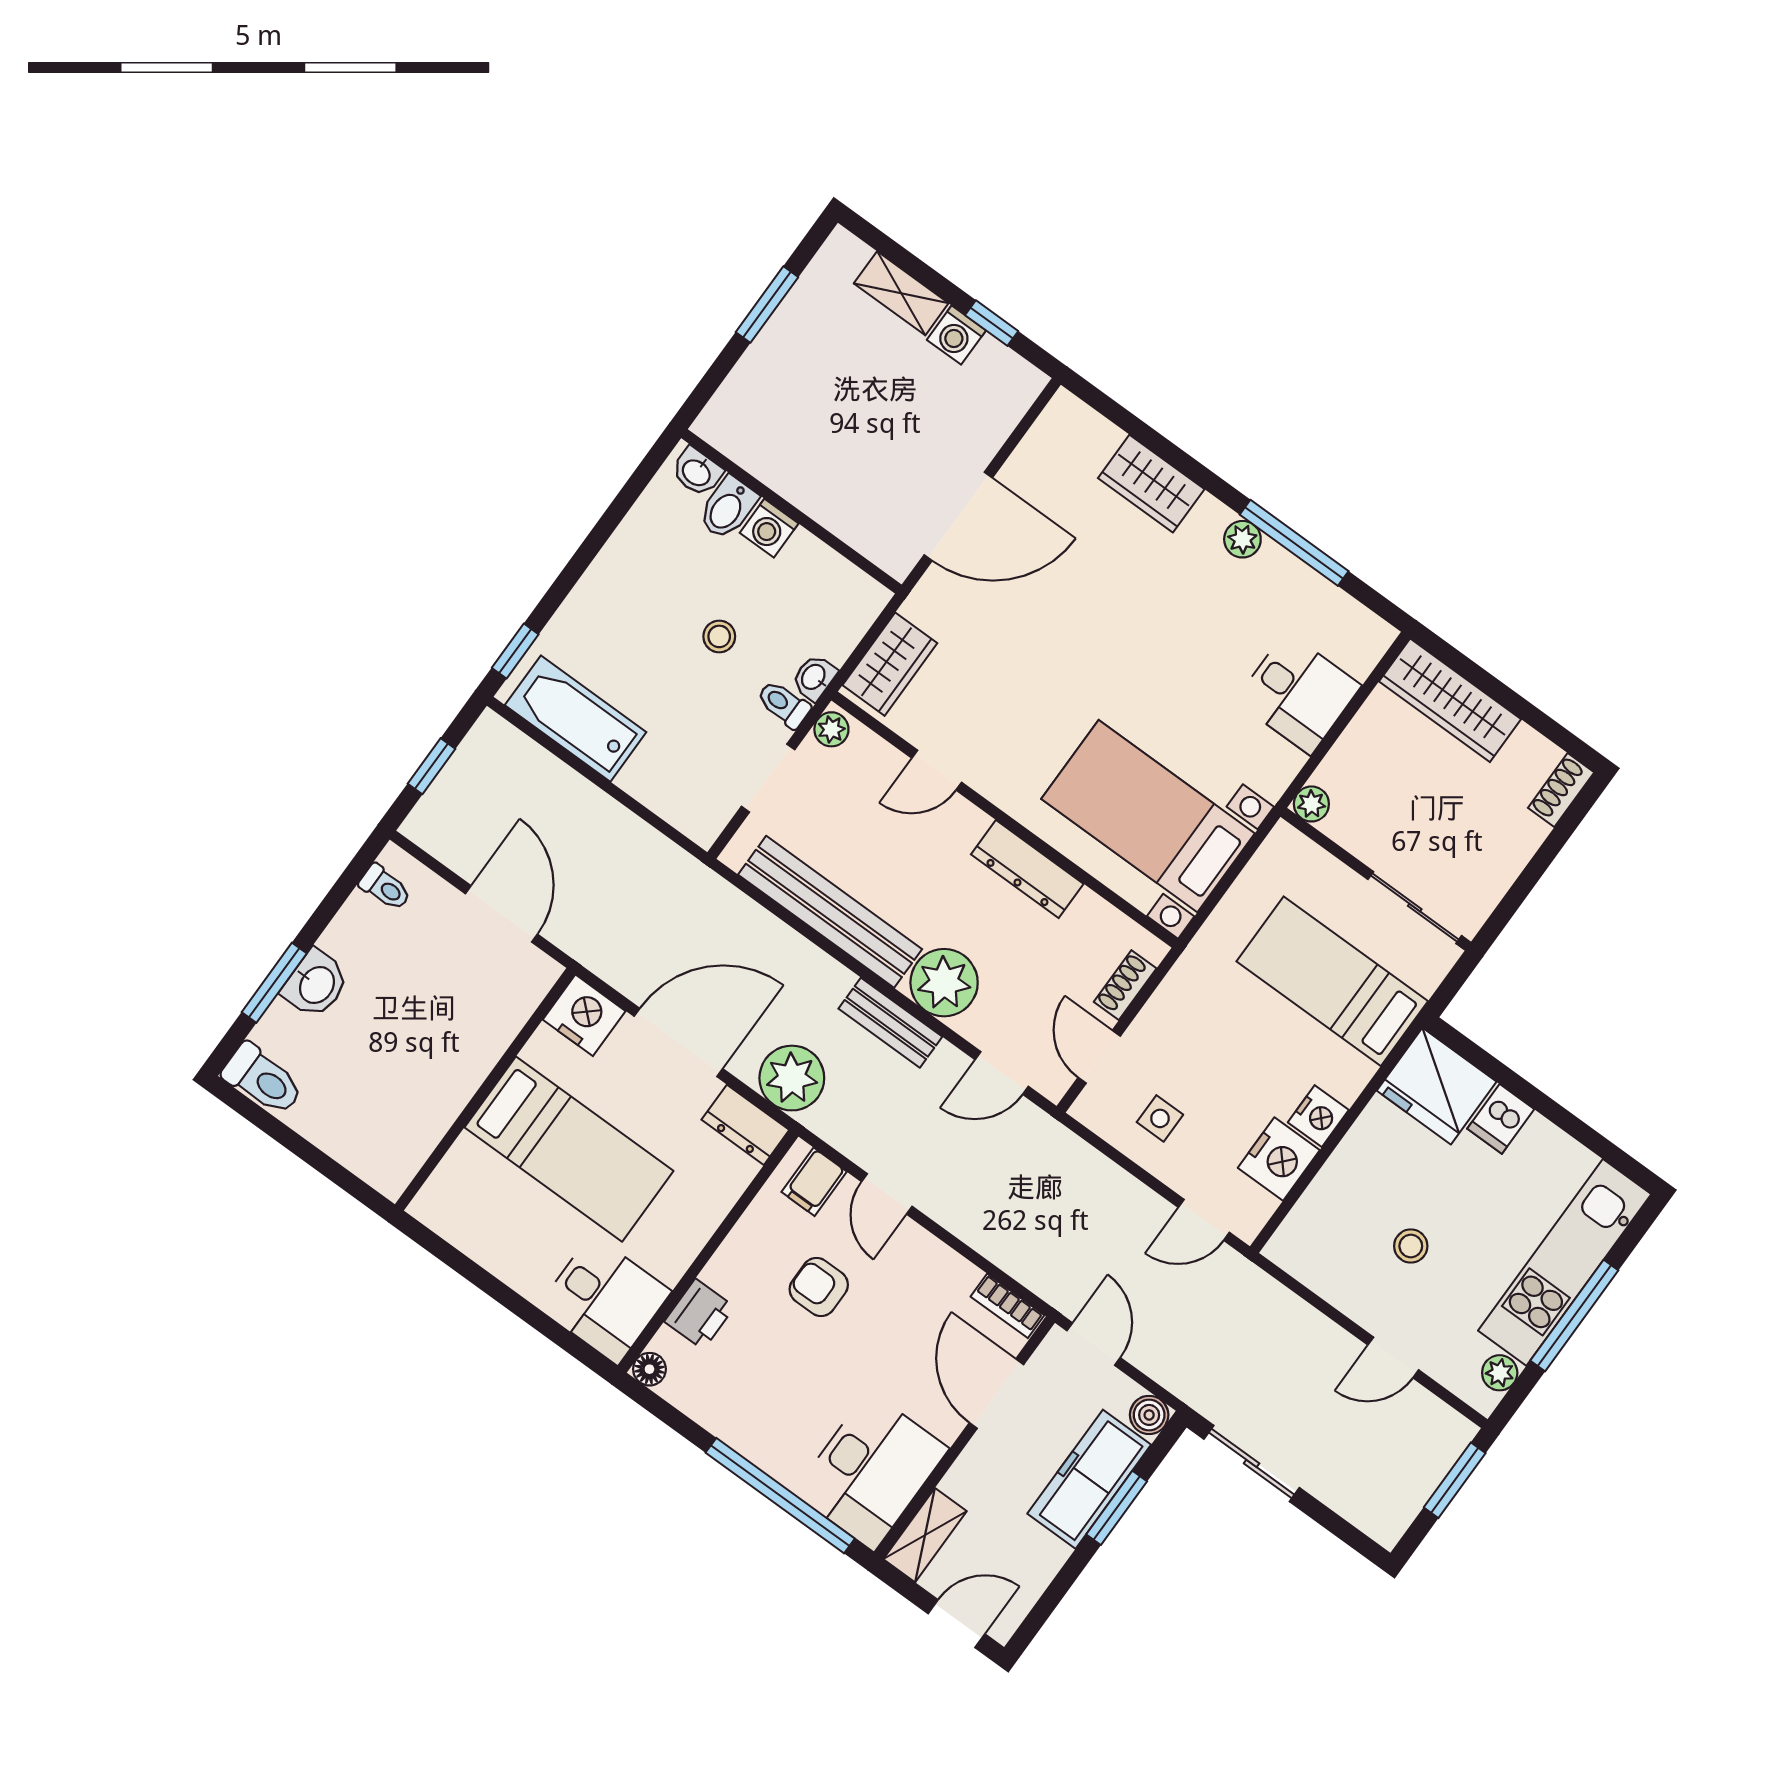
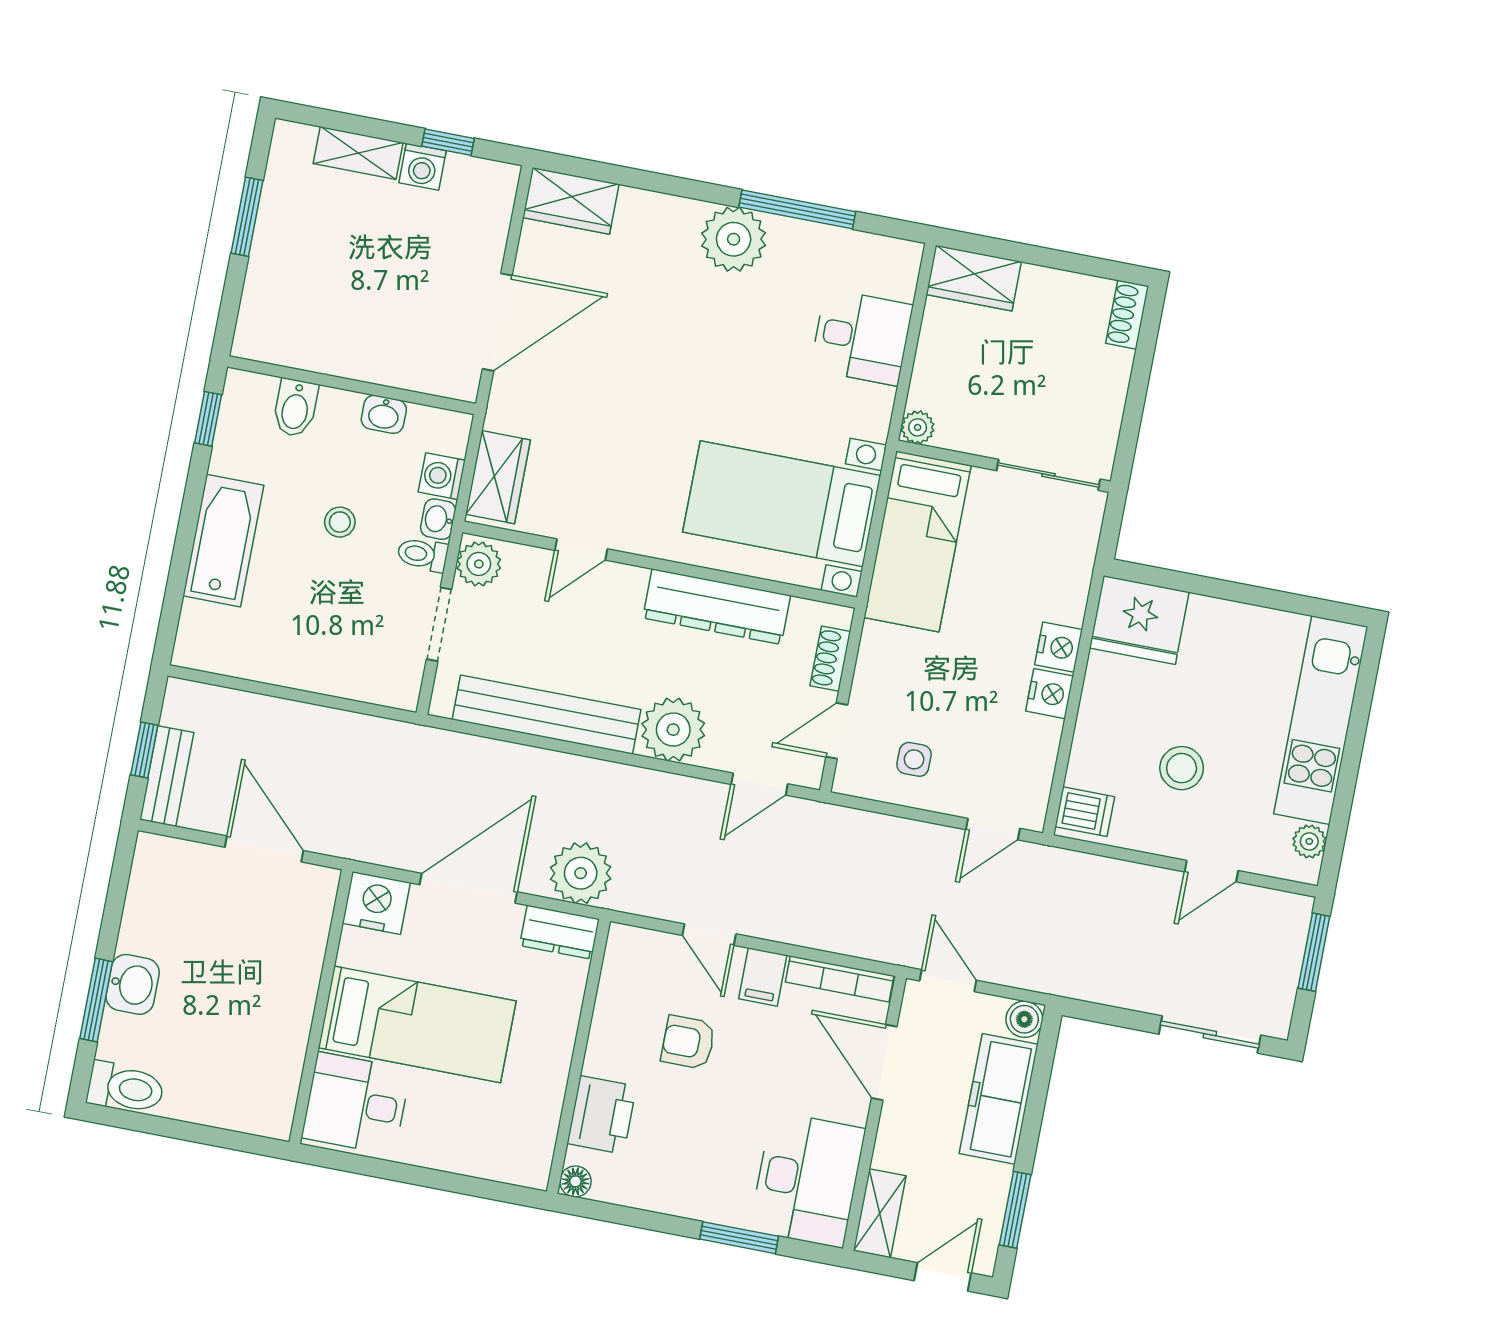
washbasin: (697, 472) -> (384, 414), moved
wardrobe: (1151, 484) -> (571, 201), moved
washing machine: (769, 528) -> (442, 476), moved, turned 90
plant: (1242, 539) -> (734, 239), width x1.88, depth x1.88
window: (515, 651) -> (208, 419), moved
wardrobe: (1450, 700) -> (974, 278), width x0.67
bathtub: (576, 719) -> (223, 541), moved, turned 90
plant: (831, 729) -> (479, 564), width x1.38, depth x1.38
dresser: (1027, 869) -> (717, 607), width x1.37, depth x1.24
toilet: (385, 888) -> (153, 873), removed
bed: (1332, 981) -> (918, 542), moved, turned -90
bench: (890, 1023) -> (167, 776), moved, turned 90
door: (1099, 1057) -> (837, 731), hinge flipped
dishwasher: (1501, 1119) -> (1085, 812), moved, turned -90
nightstand: (1279, 1159) -> (1058, 647), moved, width x0.74, depth x0.75
filing cabinet: (814, 1182) -> (763, 977), moved
stool: (1411, 1246) -> (1182, 768), width x1.37, depth x1.37
desk: (605, 1299) -> (356, 1104), moved, turned 180
bookcase: (1007, 1306) -> (840, 979), width x1.56
printer: (699, 1314) -> (602, 1115), width x1.36, depth x1.24
window: (1574, 1316) -> (1351, 762), removed
sliding door: (1252, 1463) -> (1210, 1035), moved
window: (780, 1496) -> (739, 1238), width x0.47
window: (1117, 1508) -> (1015, 1210), moved

